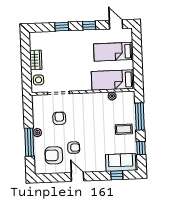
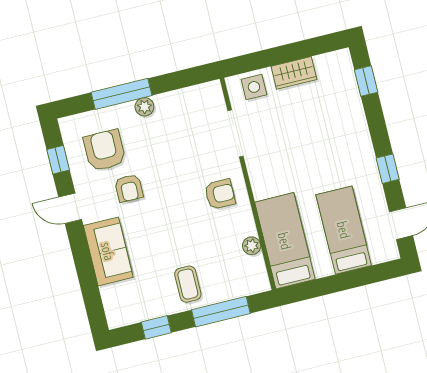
window: (62, 27) -> (366, 81), moved
armchair: (59, 118) -> (220, 194), moved
sofa: (121, 162) -> (108, 251), moved
window: (117, 175) -> (58, 160), moved
door: (77, 177) -> (70, 208), swing flipped

